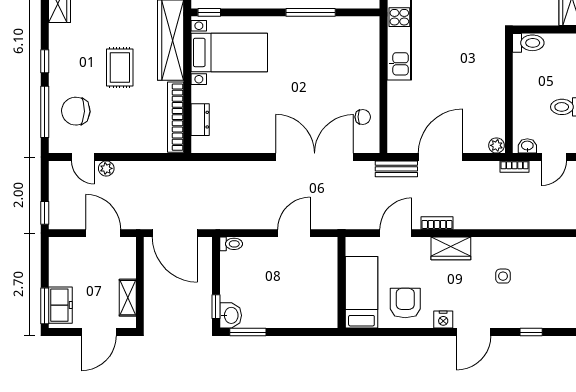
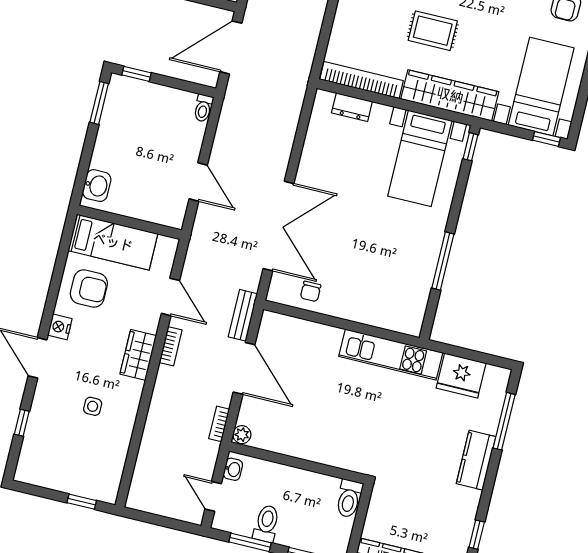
bookcase: (515, 167) -> (219, 424), moved
washbasin: (231, 315) -> (97, 186), moved, turned -90

